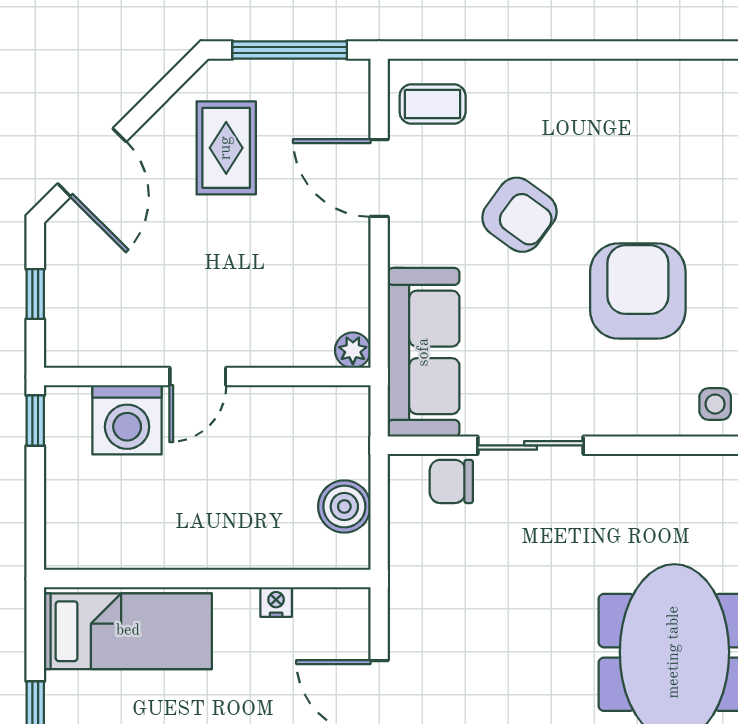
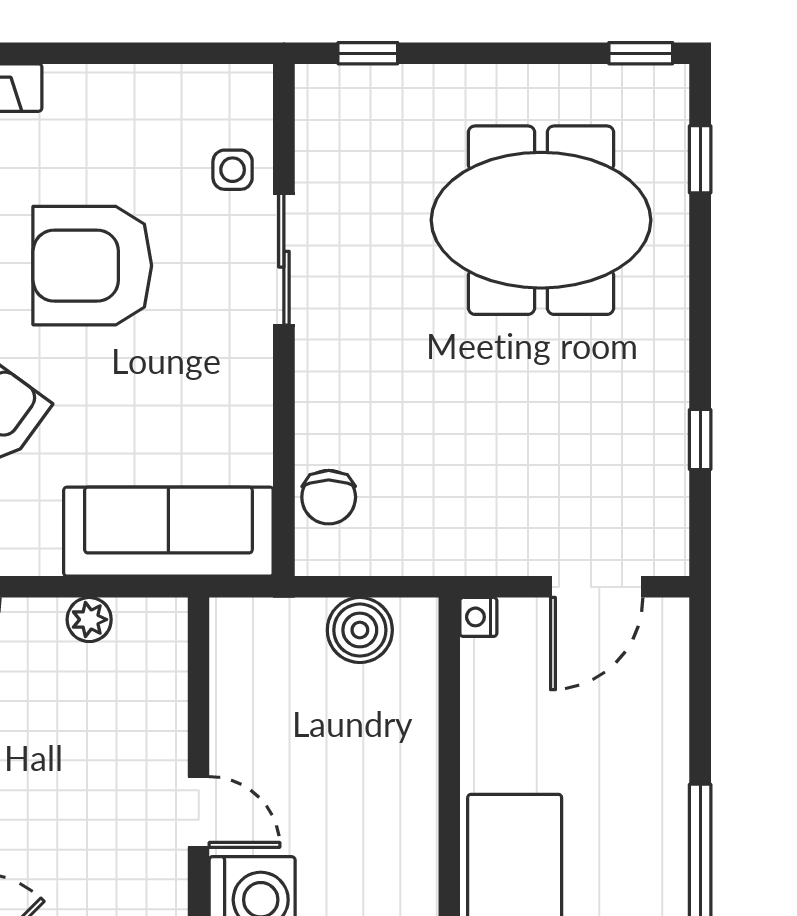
plant: (353, 350) -> (89, 620), moved
sliding door: (531, 445) -> (284, 259), moved
nightstand: (276, 602) -> (478, 617), moved

